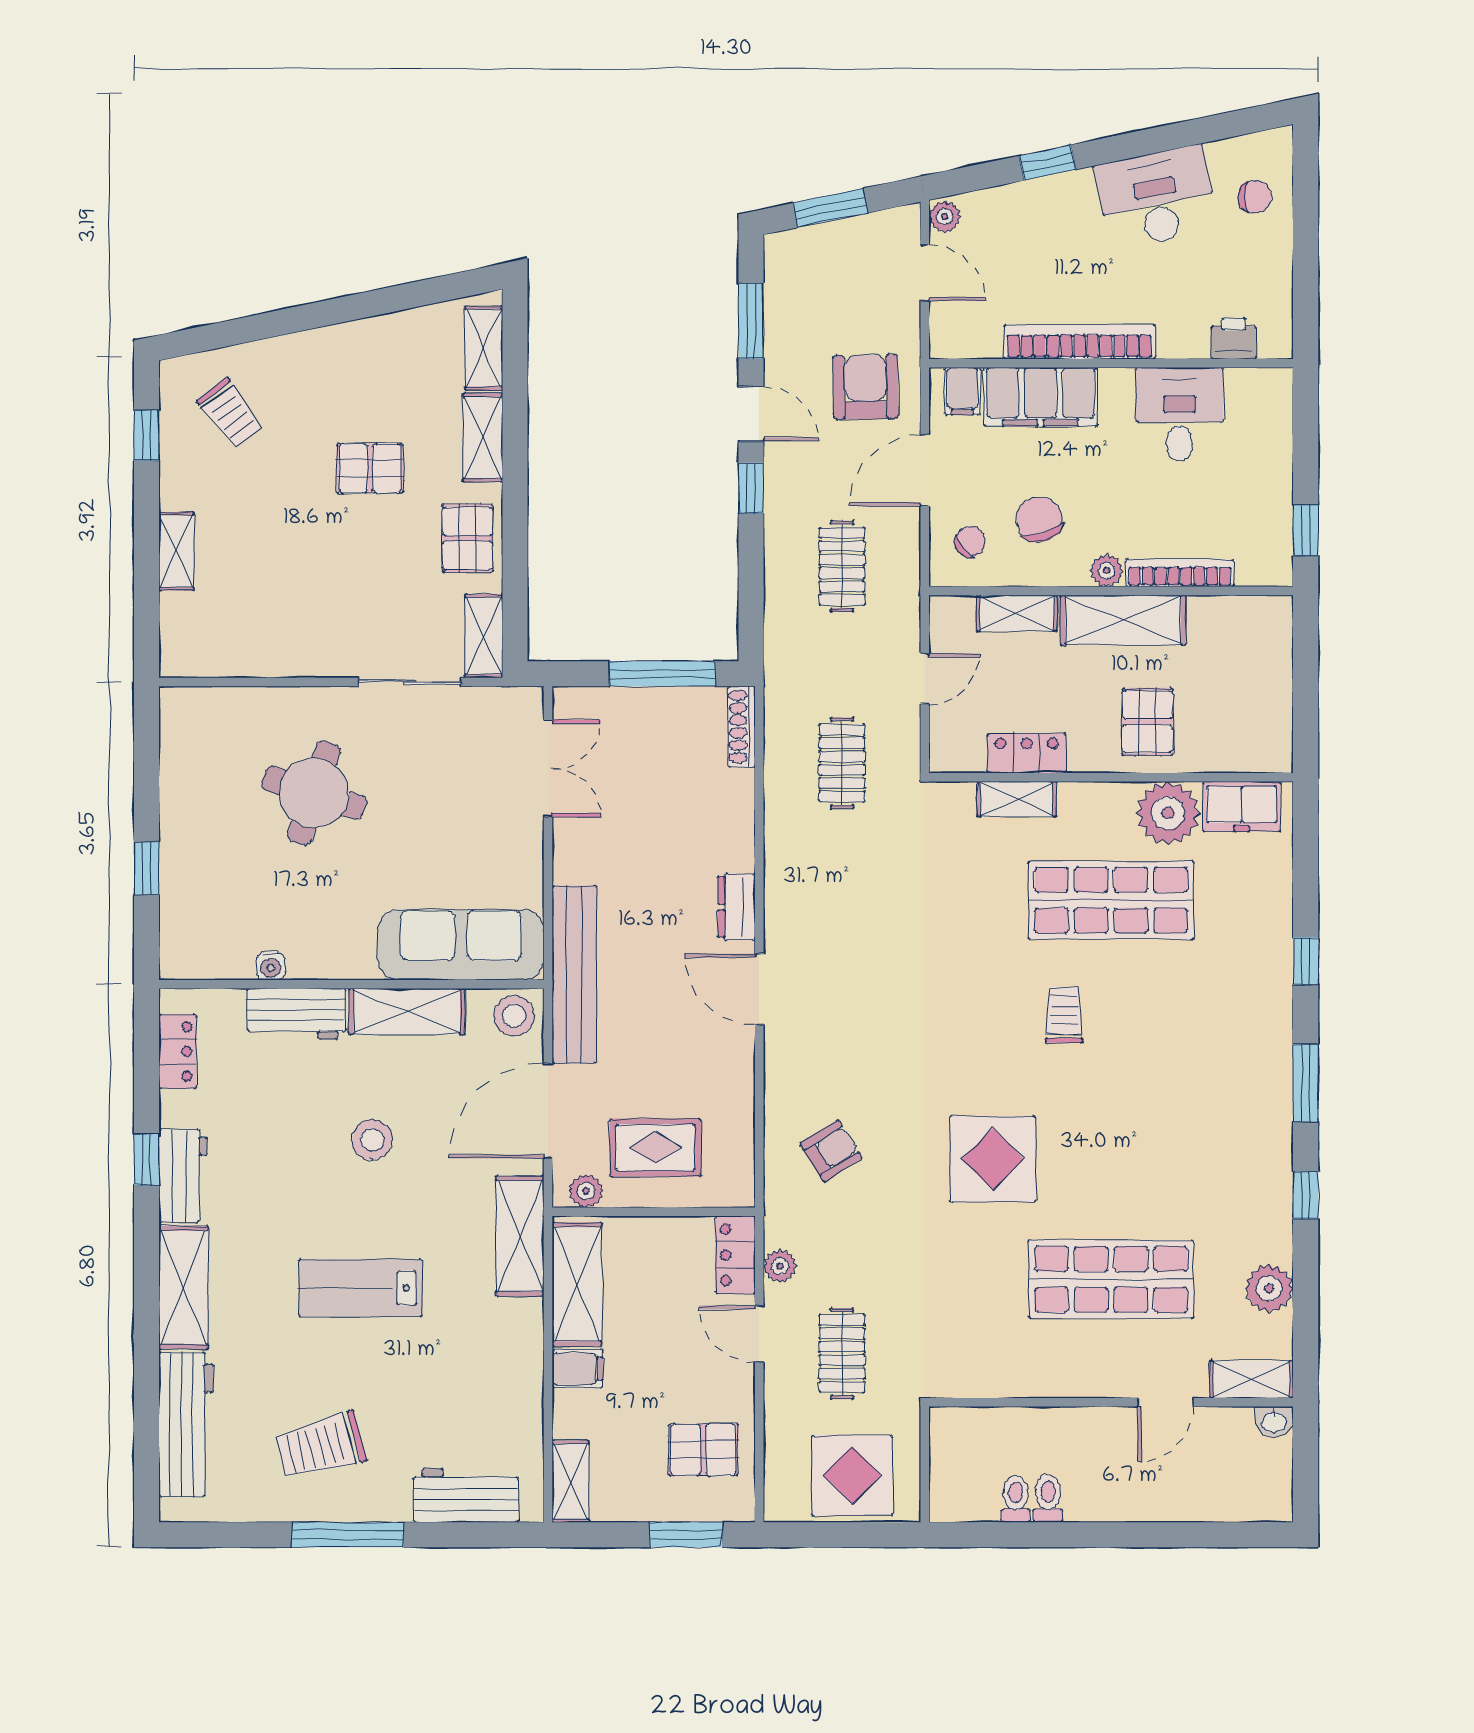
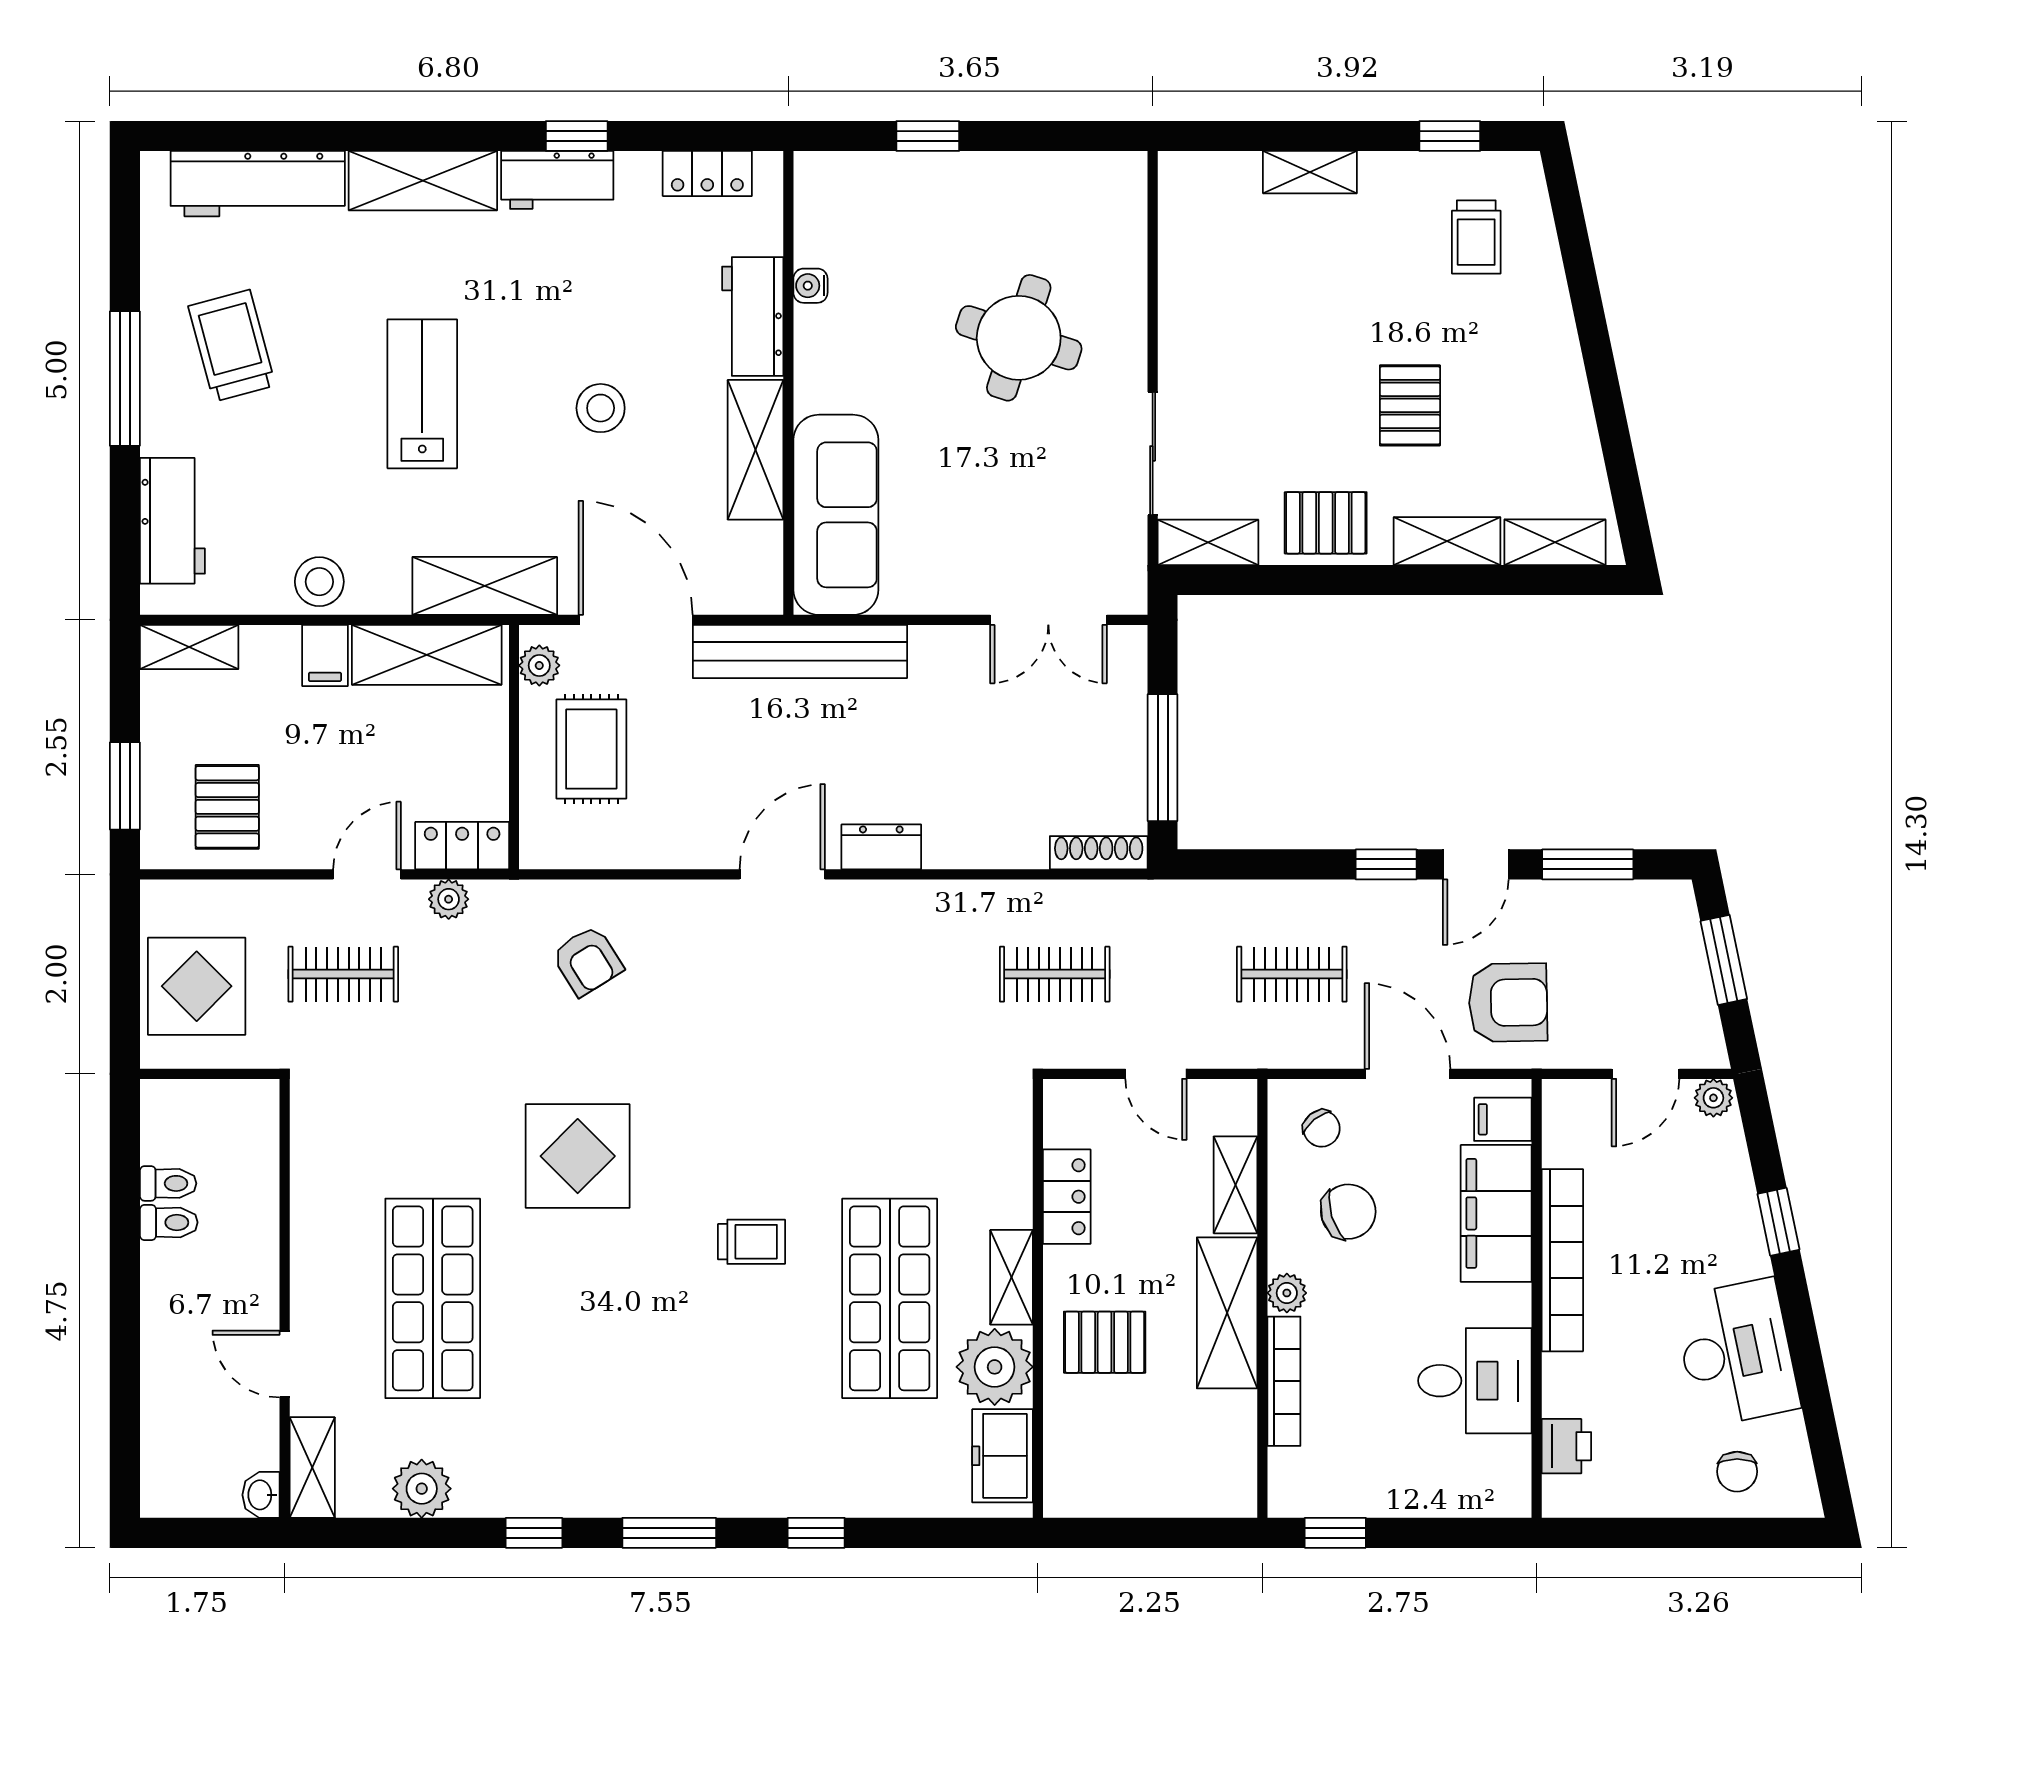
trolley: (230, 413) -> (1476, 237), turned -53
shelving: (1017, 799) -> (1012, 1277), moved
stool: (514, 1016) -> (319, 582), moved

